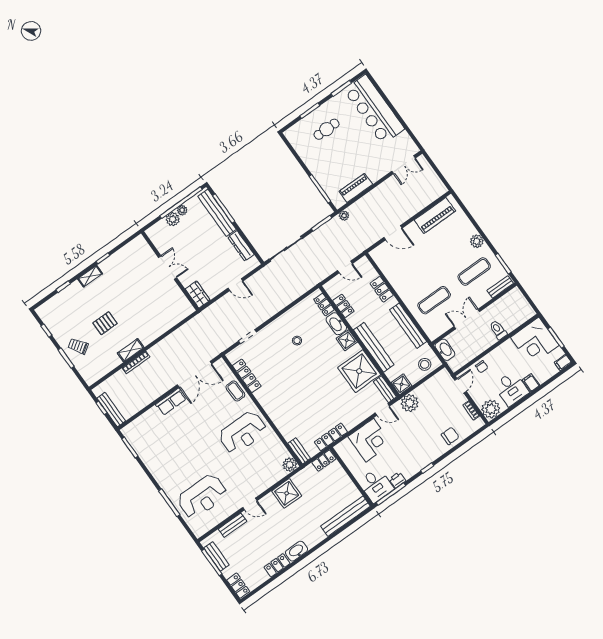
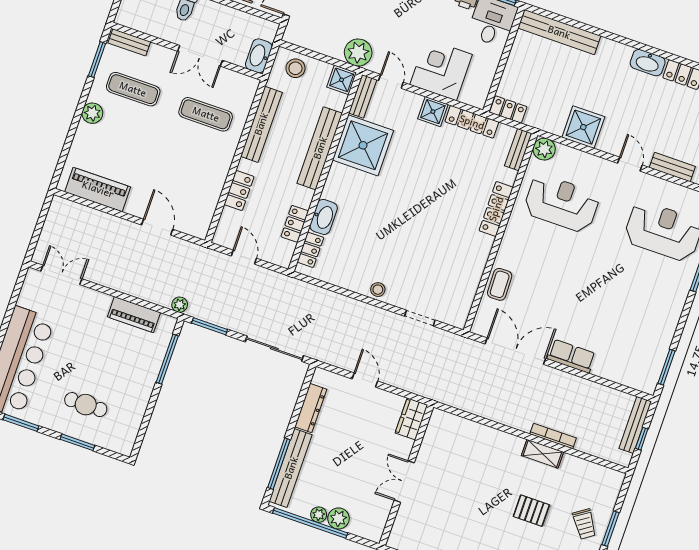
shower: (347, 340) -> (433, 112), moved
stool: (297, 341) -> (378, 290), moved
locker: (247, 376) -> (496, 209), moved
reception desk: (243, 433) -> (562, 203), moved

